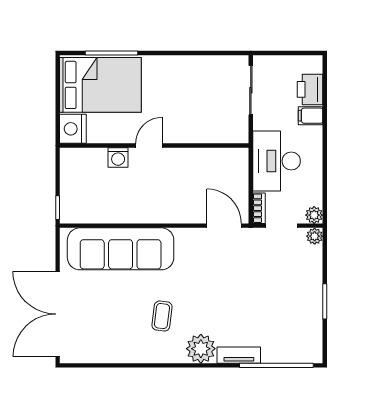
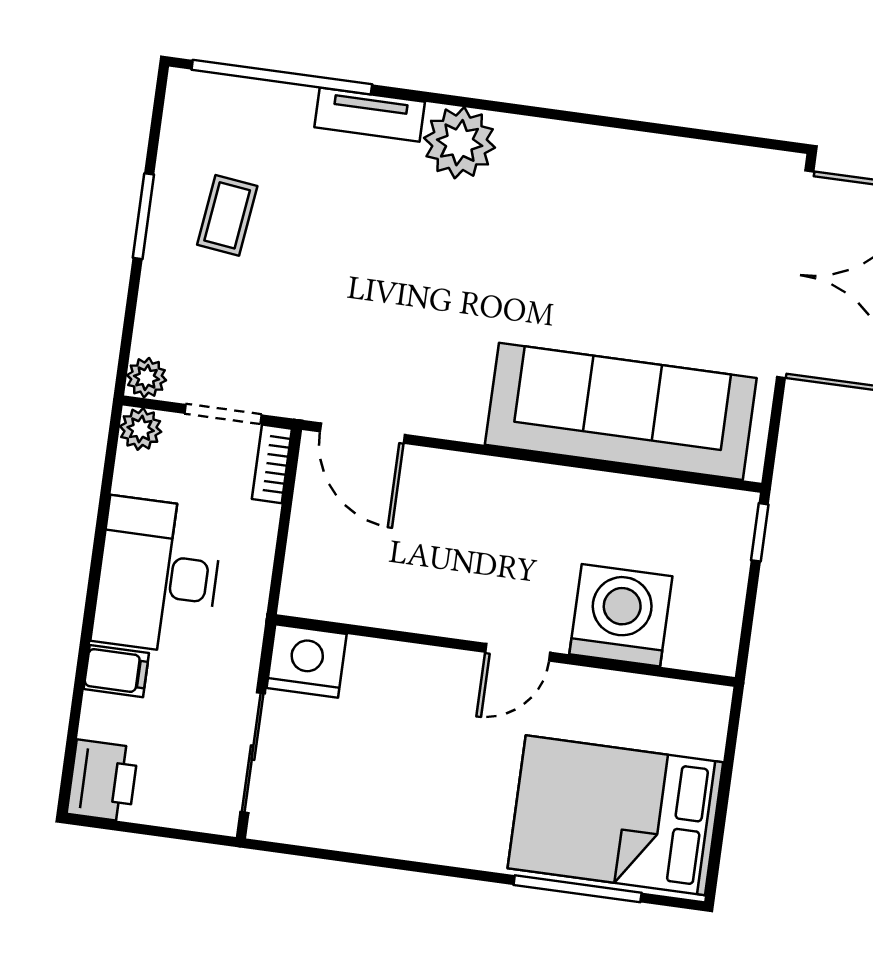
printer: (310, 89) -> (103, 781), moved
nightstand: (73, 129) -> (307, 661), moved, turned -90
washing machine: (118, 157) -> (621, 615), width x1.89, depth x1.89
desk: (277, 161) -> (158, 576), moved, turned 180
coffee table: (162, 316) -> (227, 215), moved

